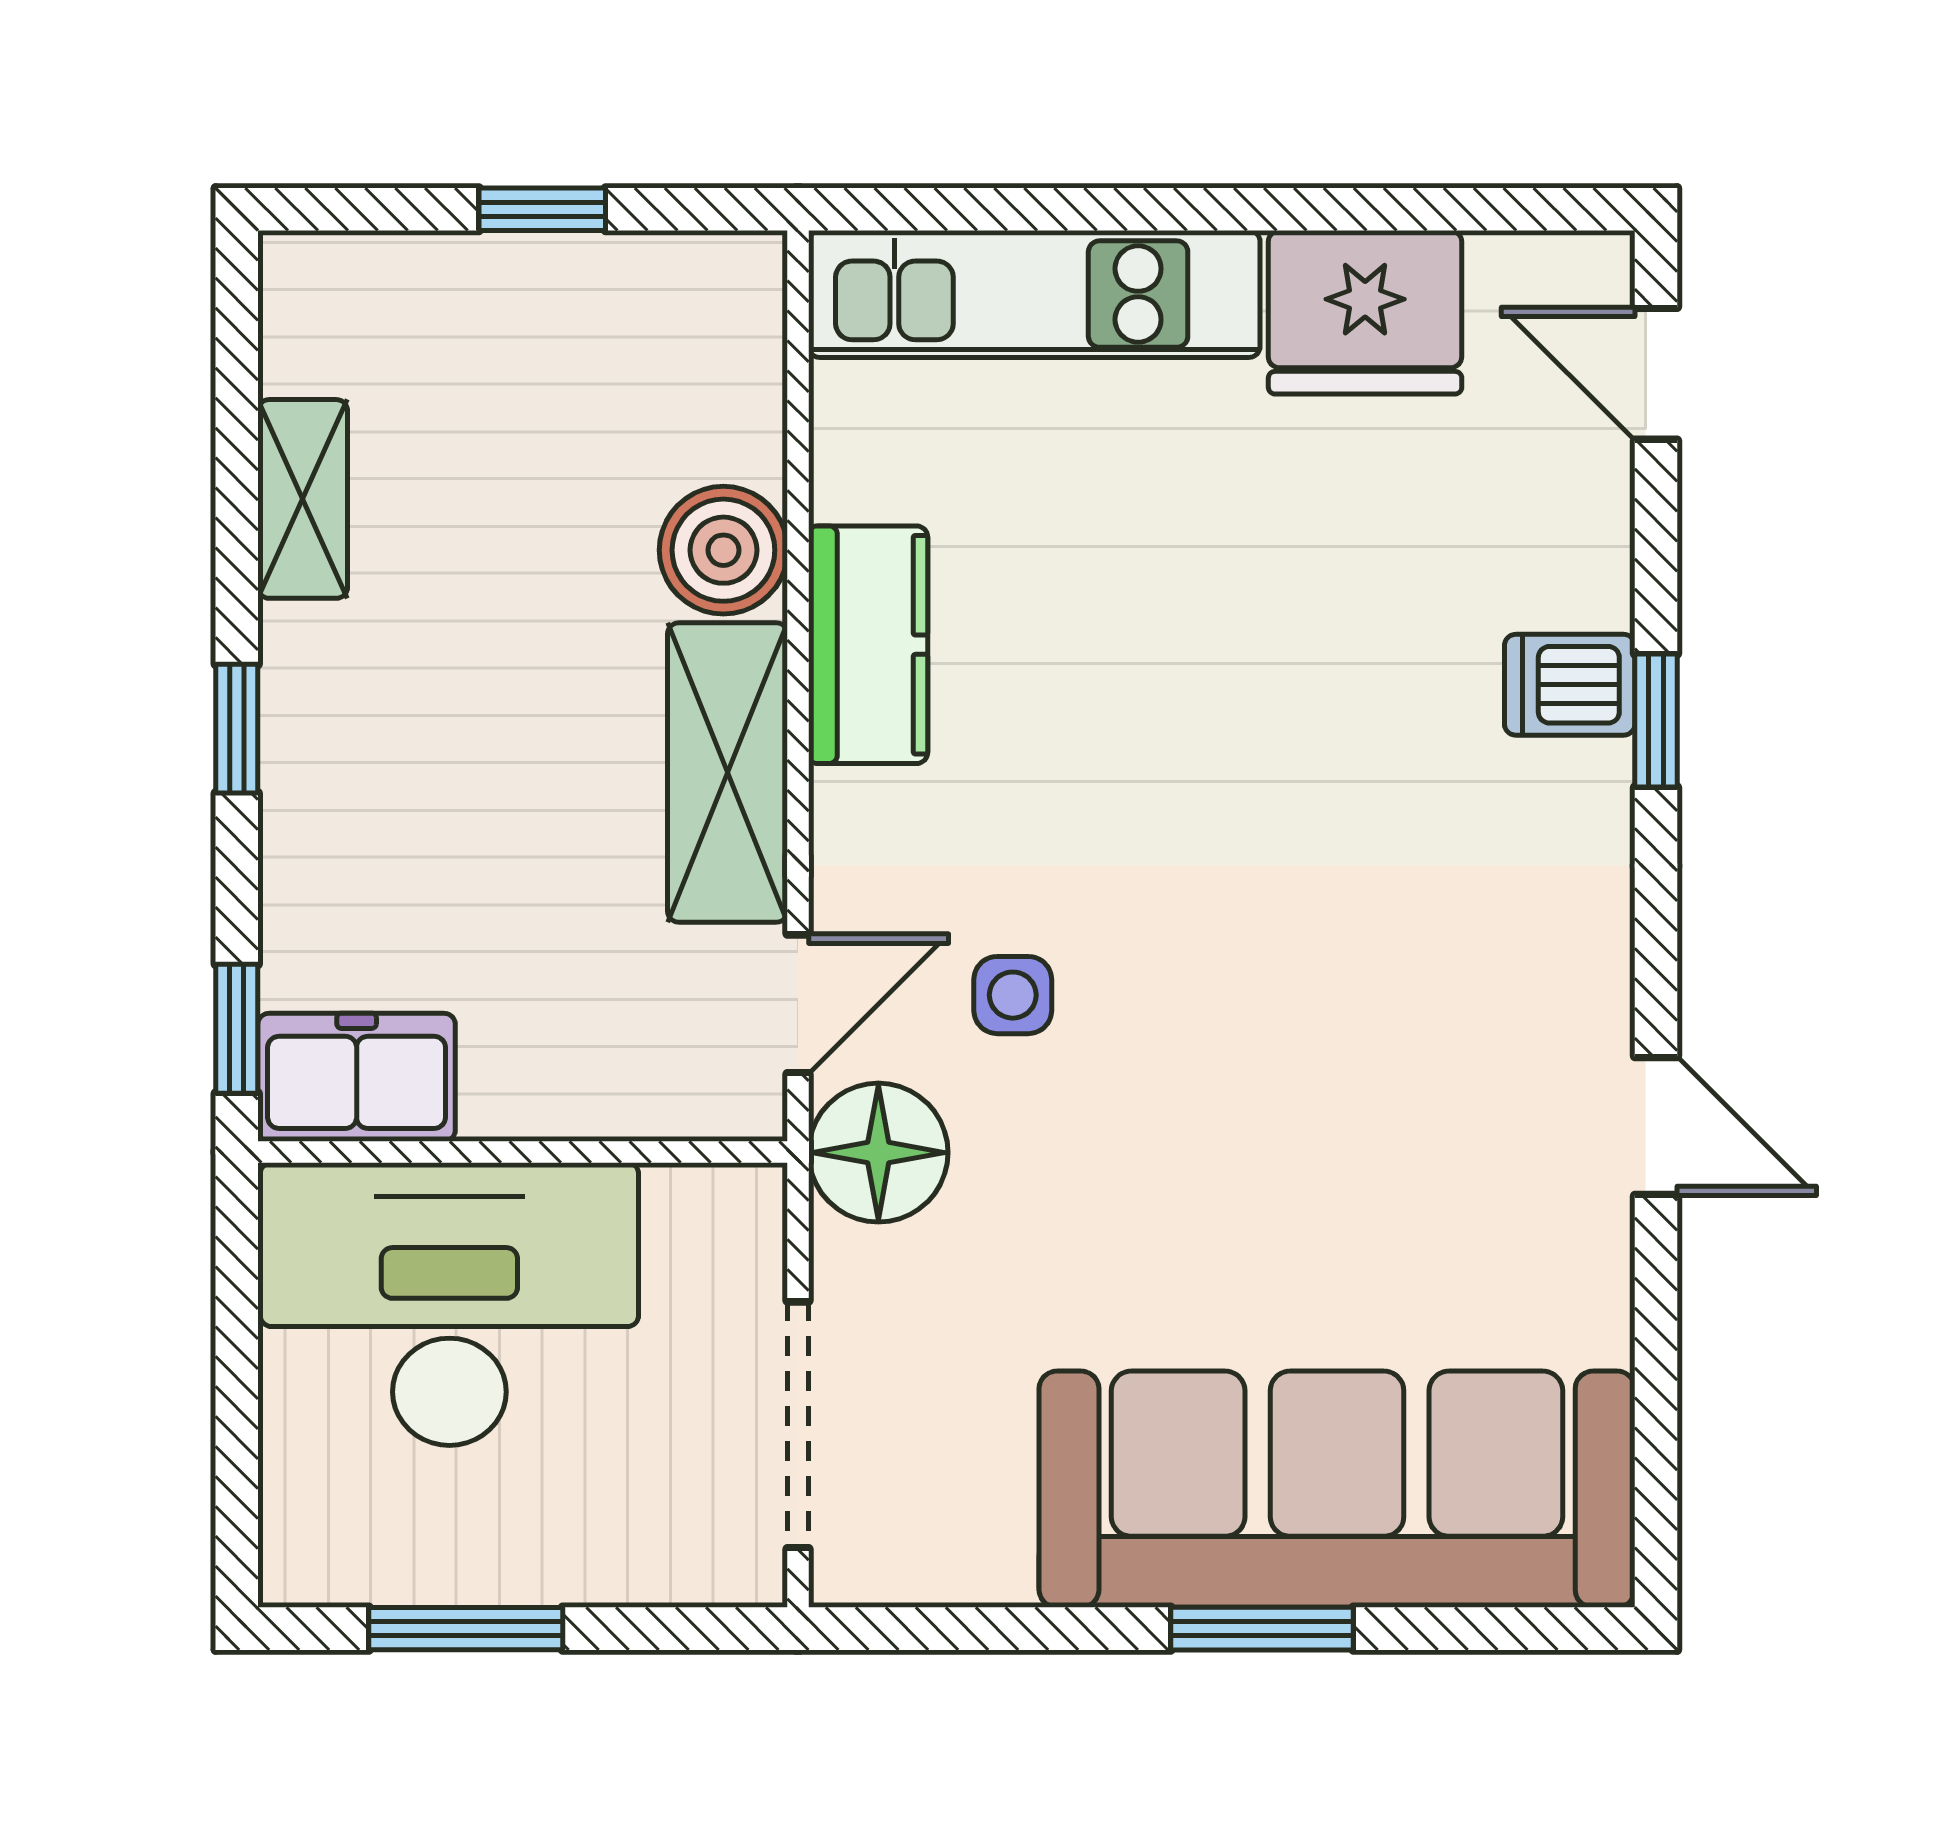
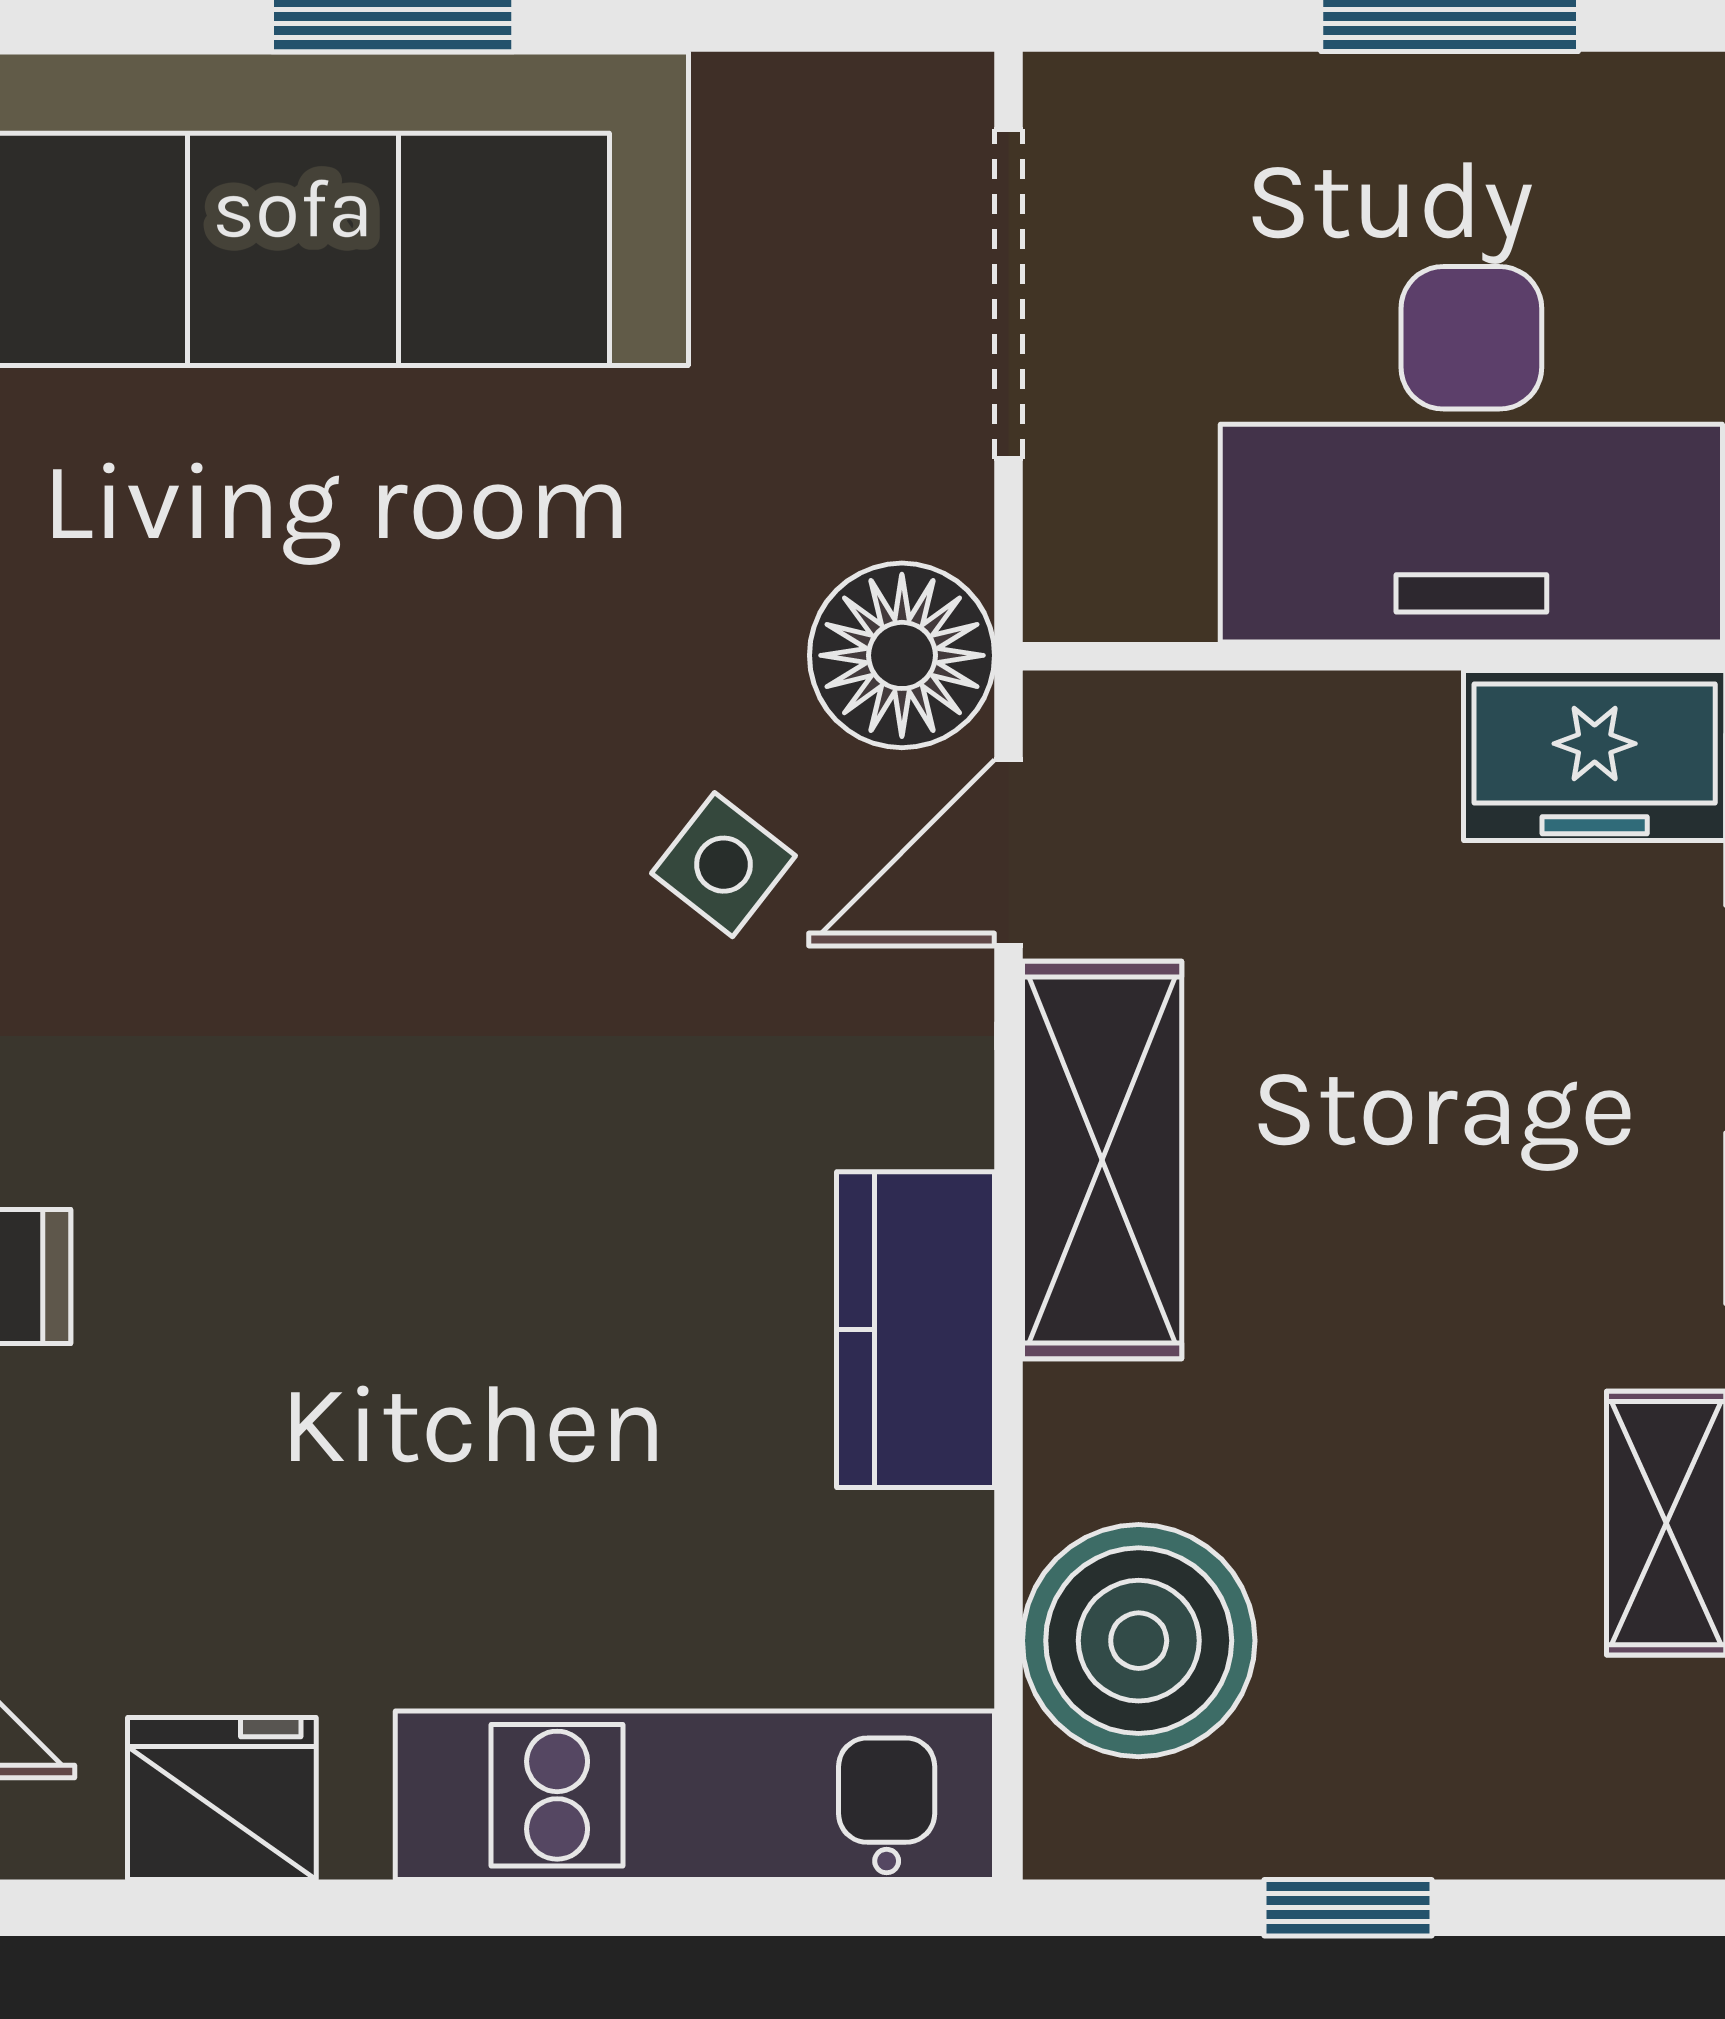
fridge: (1365, 312) -> (222, 1798), width x0.73, depth x0.75
boiler: (723, 550) -> (1139, 1641), moved, width x1.37, depth x1.37
side table: (1013, 995) -> (723, 865), turned 38

